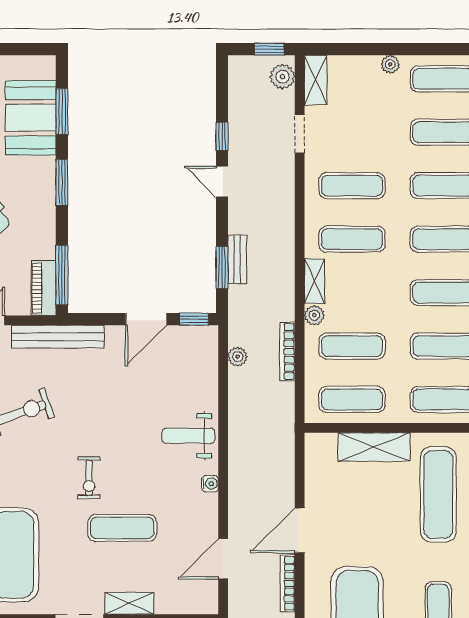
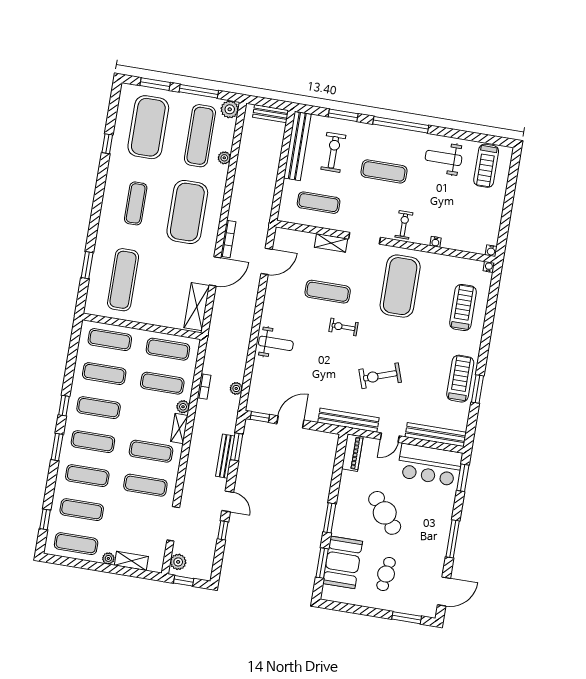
shelving: (316, 80) -> (131, 561), moved, turned 90
doorway: (300, 134) -> (173, 524), width x1.38
bench: (237, 259) -> (225, 456), width x1.36
window: (62, 275) -> (339, 459), removed
bookcase: (287, 352) -> (204, 387), width x0.64
shelving: (374, 447) -> (197, 307), moved, turned 90
exercise bike: (89, 478) -> (343, 327), turned -90
water cooler: (210, 484) -> (267, 311), removed

